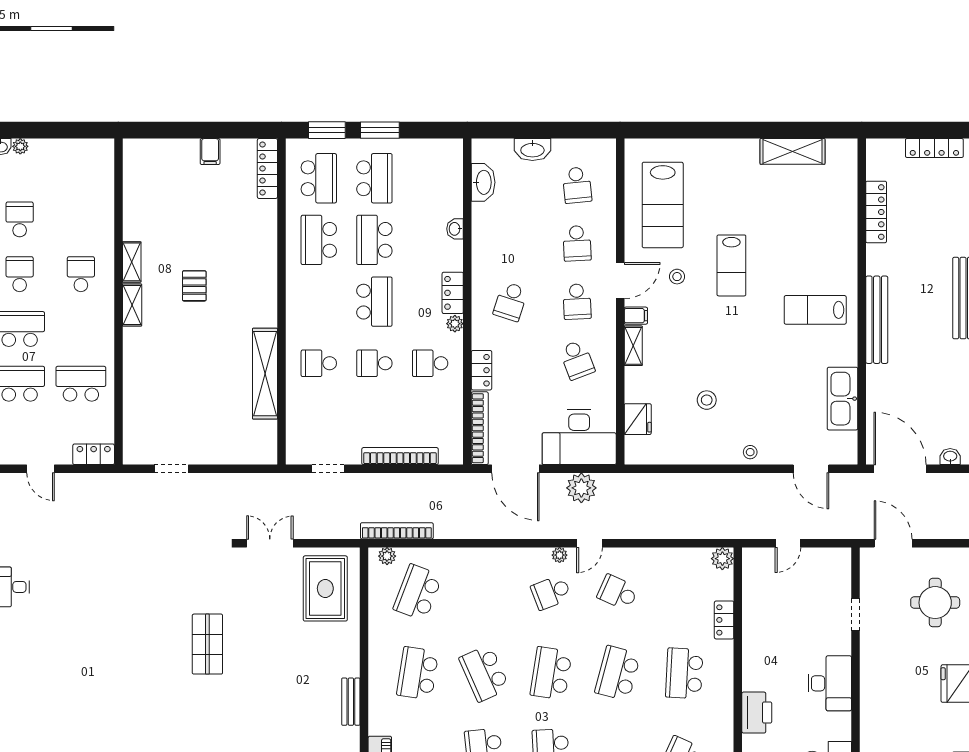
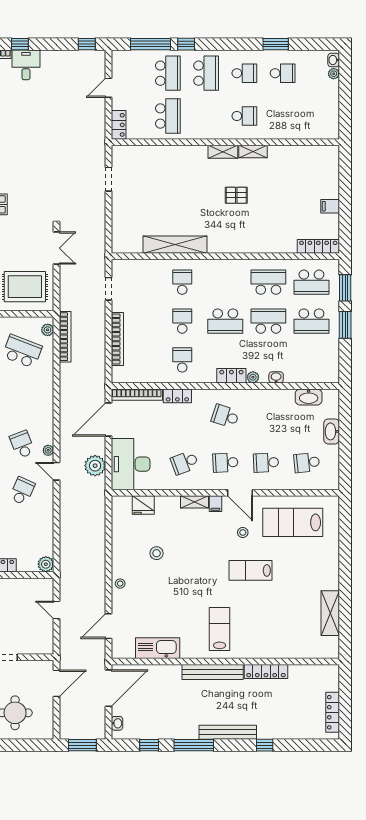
locker: (876, 212) -> (266, 672), moved
plant: (455, 324) -> (253, 377), moved

